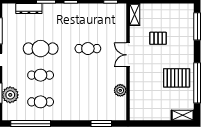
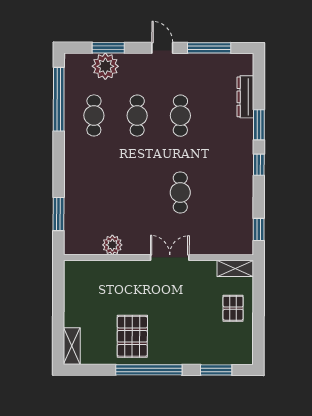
window: (197, 26) -> (216, 370), width x0.69
pallet: (158, 38) -> (233, 308), moved
cafe table: (41, 49) -> (180, 116), width x0.73, depth x0.74
window: (197, 83) -> (149, 370), moved

